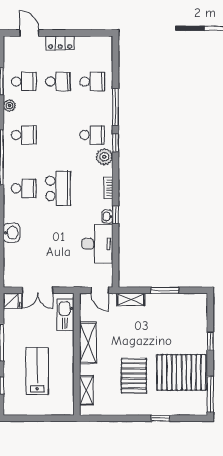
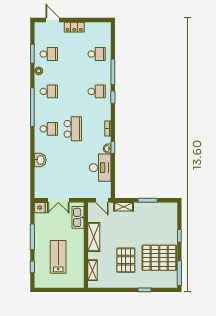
school desk: (58, 82) -> (73, 54), removed
plant: (104, 157) -> (105, 107), removed

